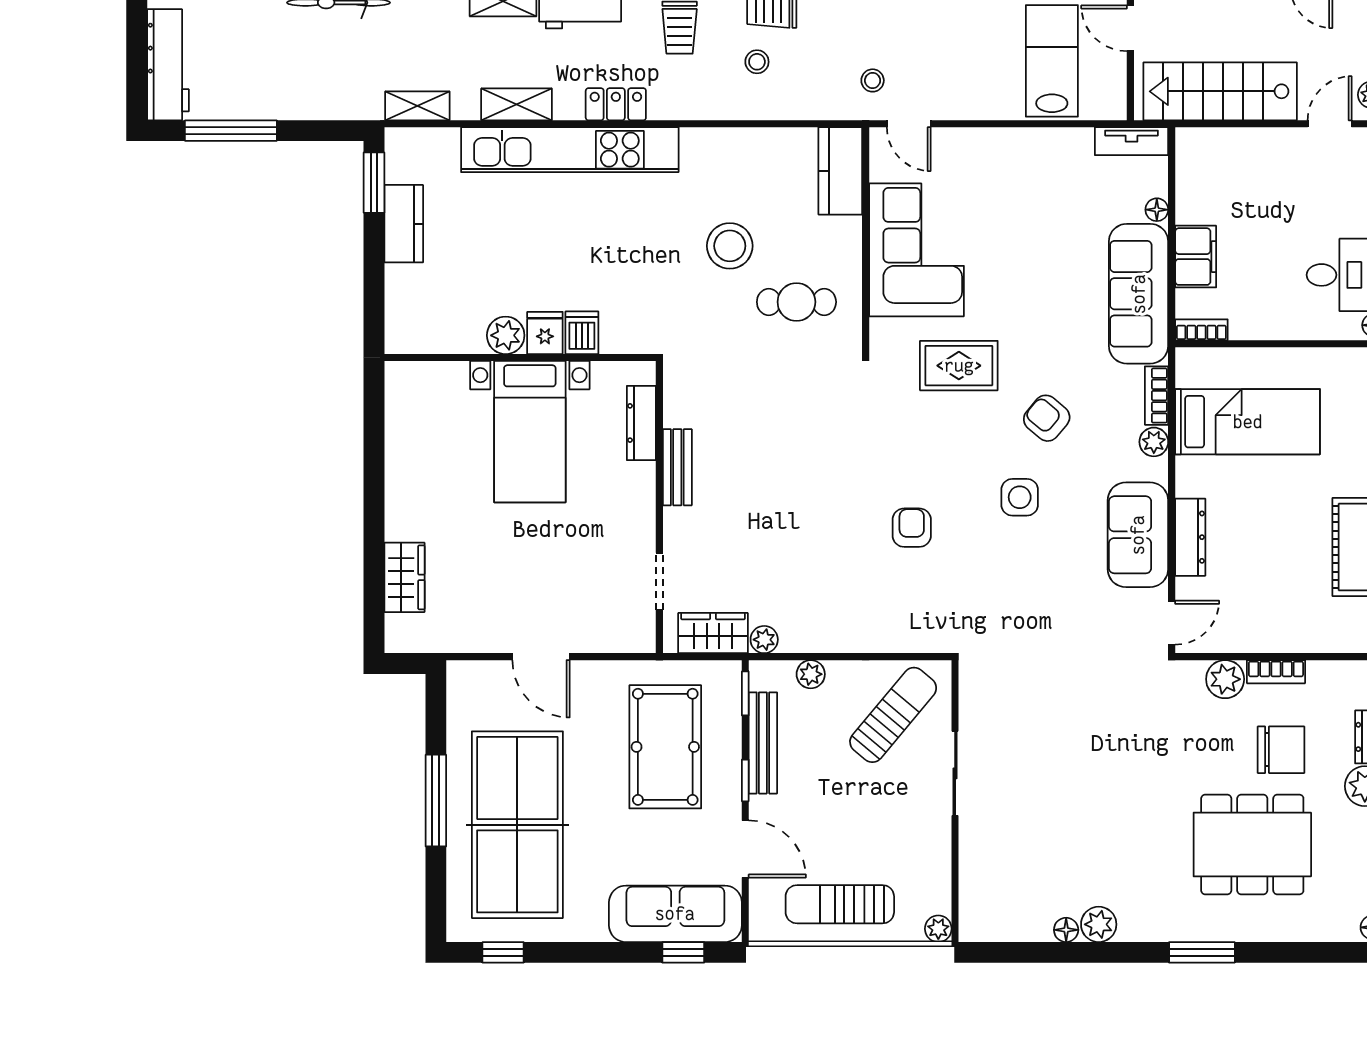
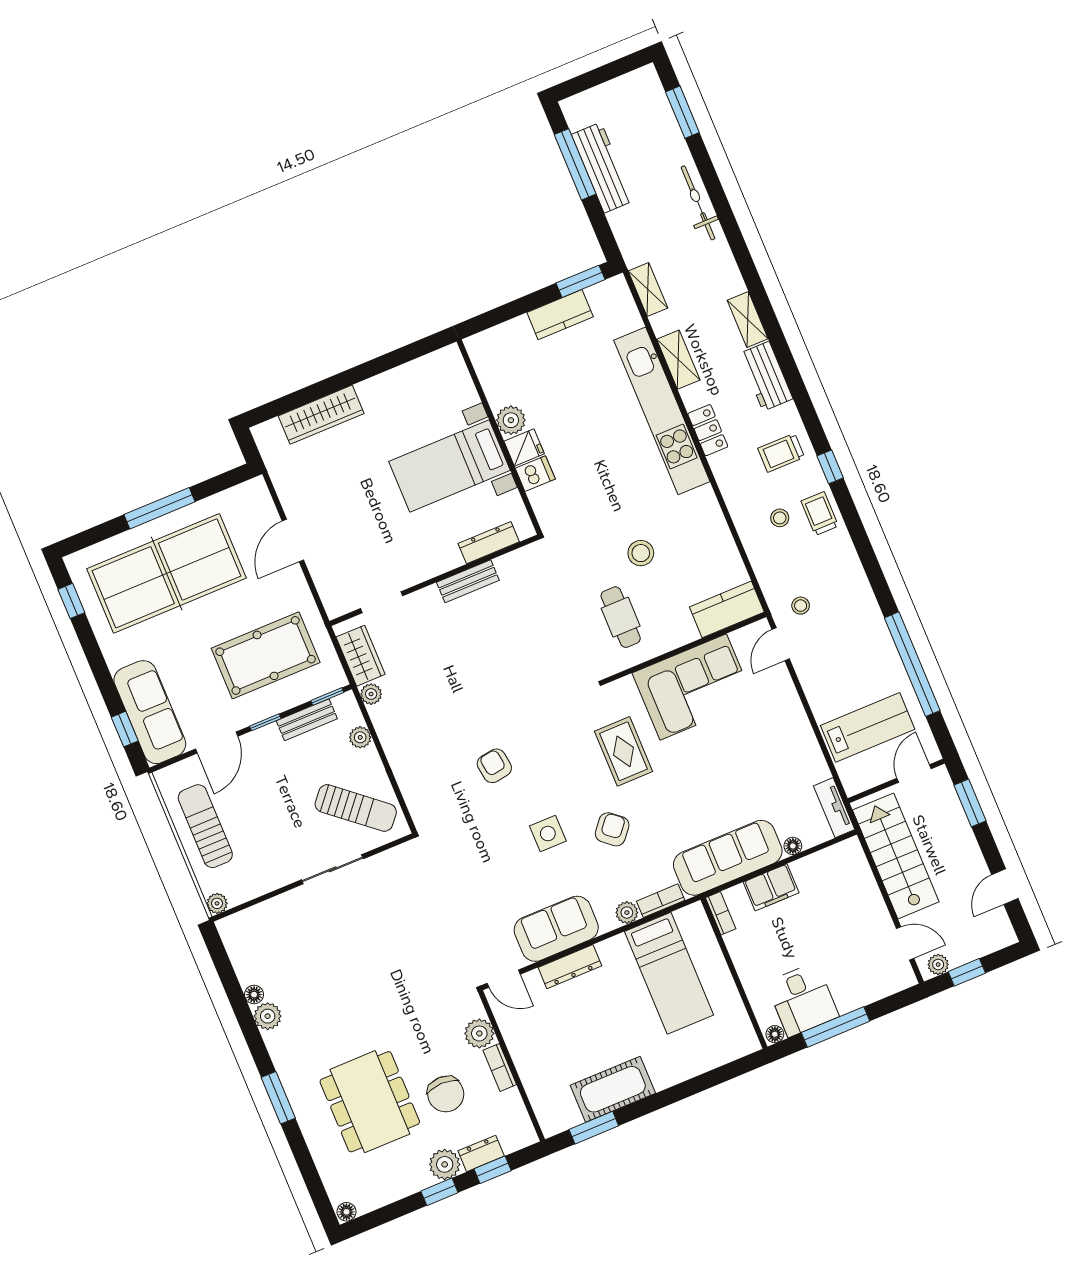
workbench: (168, 65) -> (603, 168), moved, turned -90
stool: (730, 246) -> (641, 553), width x0.73, depth x0.73
armchair: (912, 528) -> (494, 766), turned -98
wardrobe: (404, 577) -> (321, 415), width x1.50
bench: (763, 743) -> (307, 720), width x0.73

